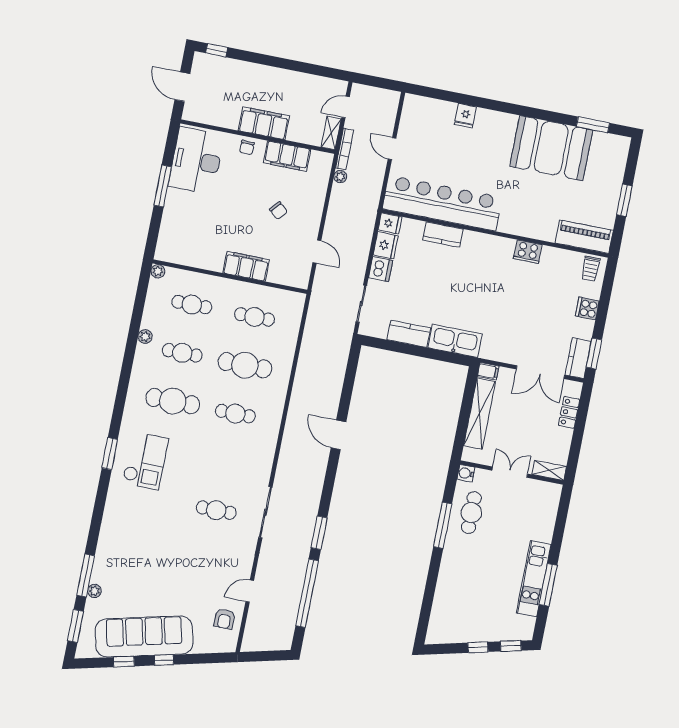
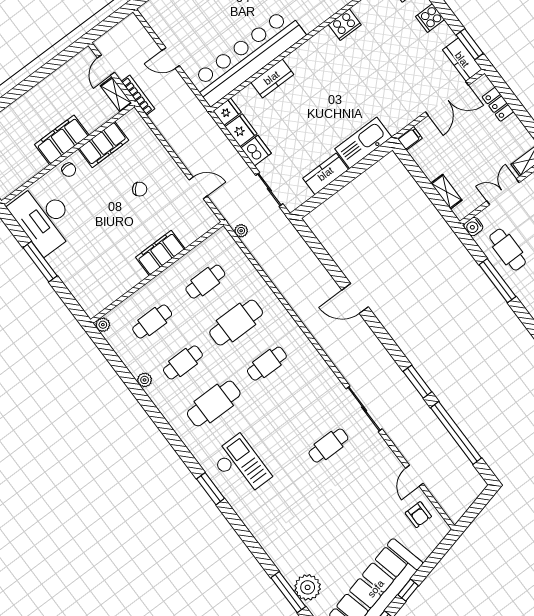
plant: (340, 177) -> (241, 231), moved
shelving: (480, 414) -> (446, 192), width x0.45, depth x0.75
plant: (94, 591) -> (308, 587), width x1.88, depth x1.88

